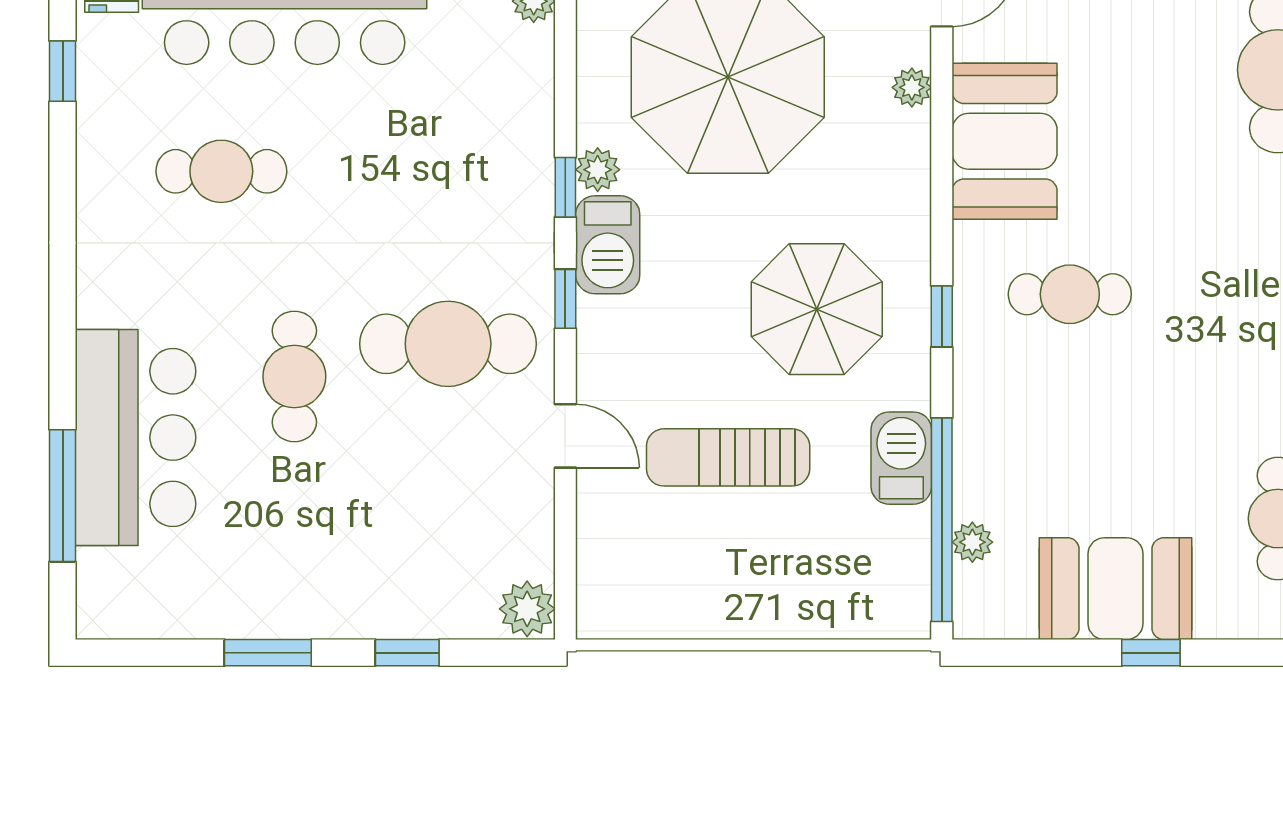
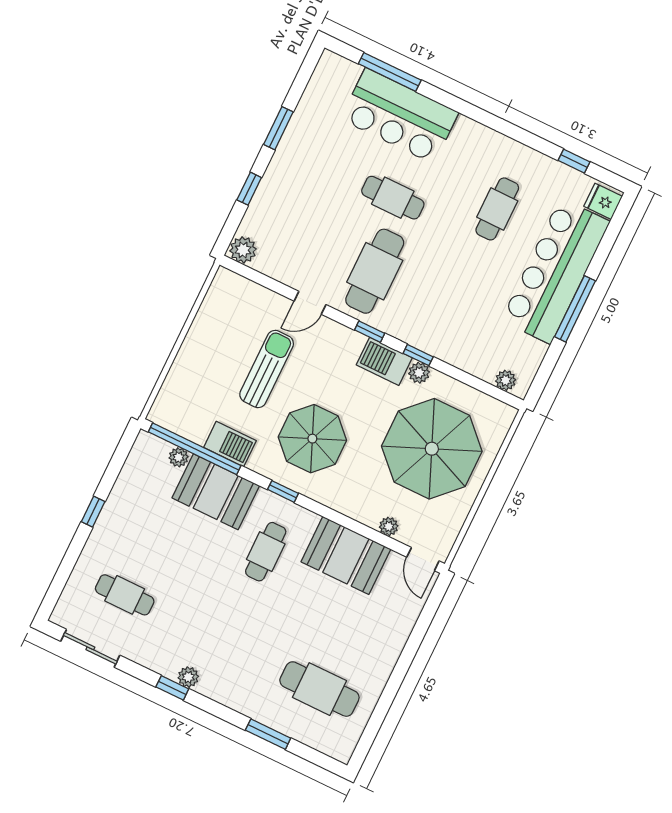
booth: (1116, 589) -> (216, 492), moved, turned 90

